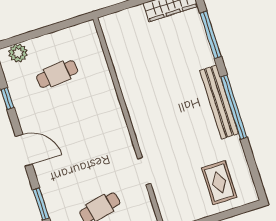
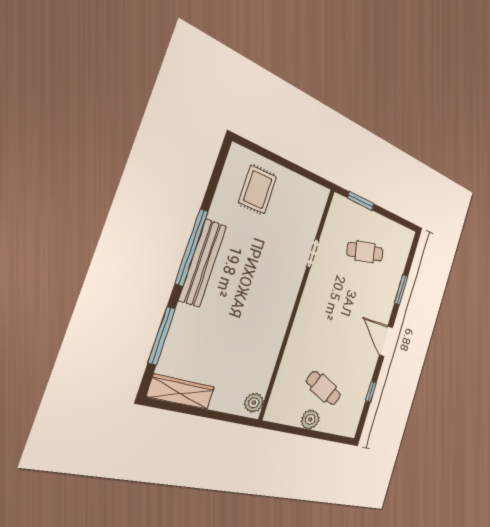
plant: (110, 28) -> (254, 403), added
plant: (18, 53) -> (310, 419), moved
cafe table: (57, 74) -> (323, 388), turned 30

